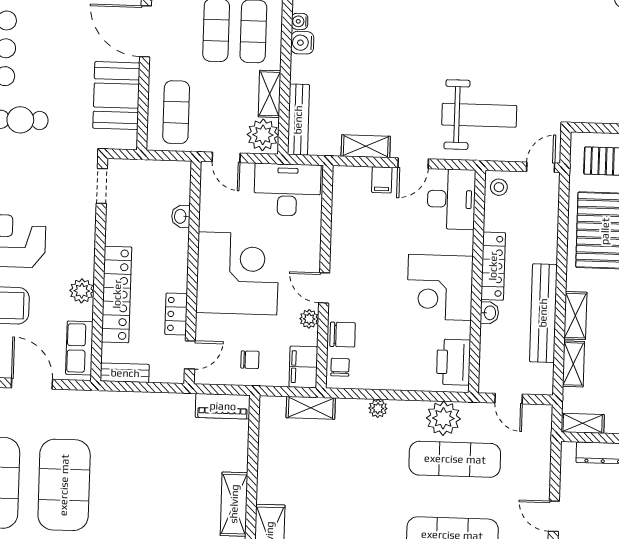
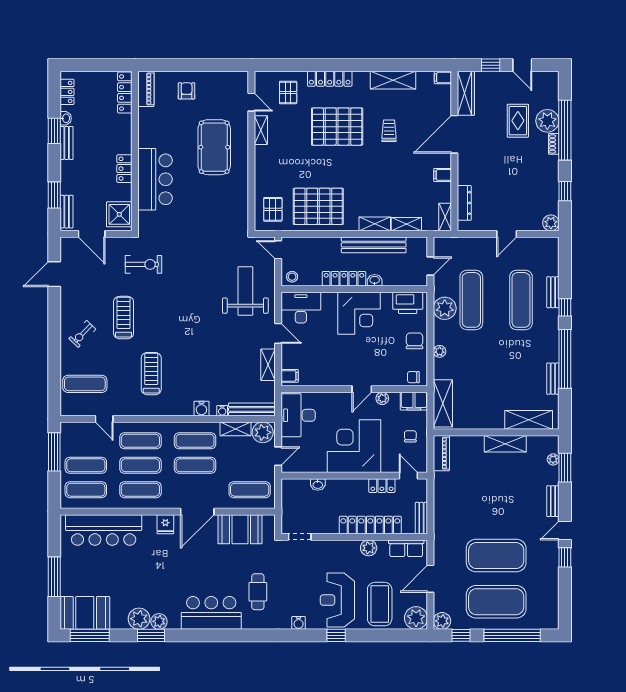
water cooler: (300, 21) -> (222, 411), moved
filing cabinet: (382, 180) -> (290, 376), moved
chair: (343, 335) -> (415, 341), moved
shelving: (311, 408) -> (443, 403), width x1.50, depth x1.33

